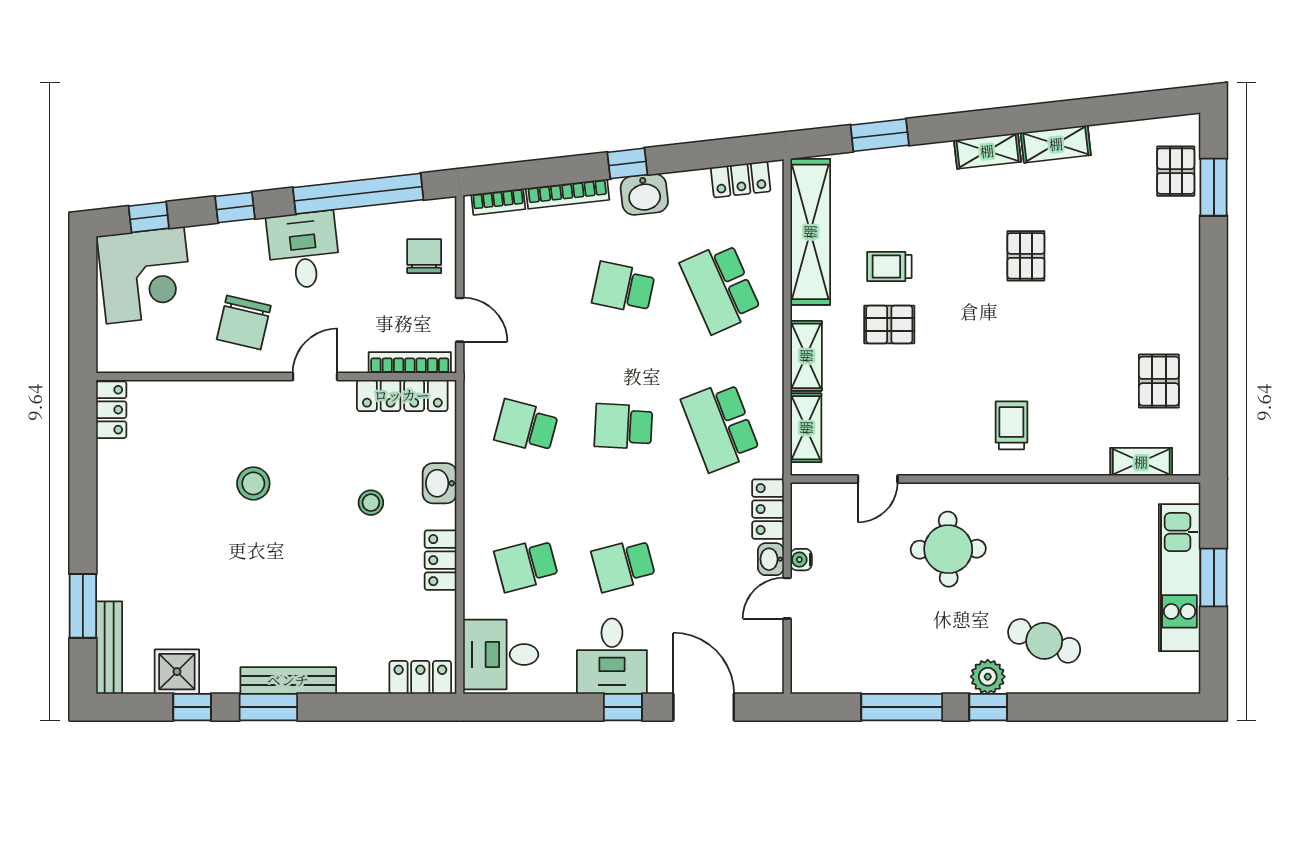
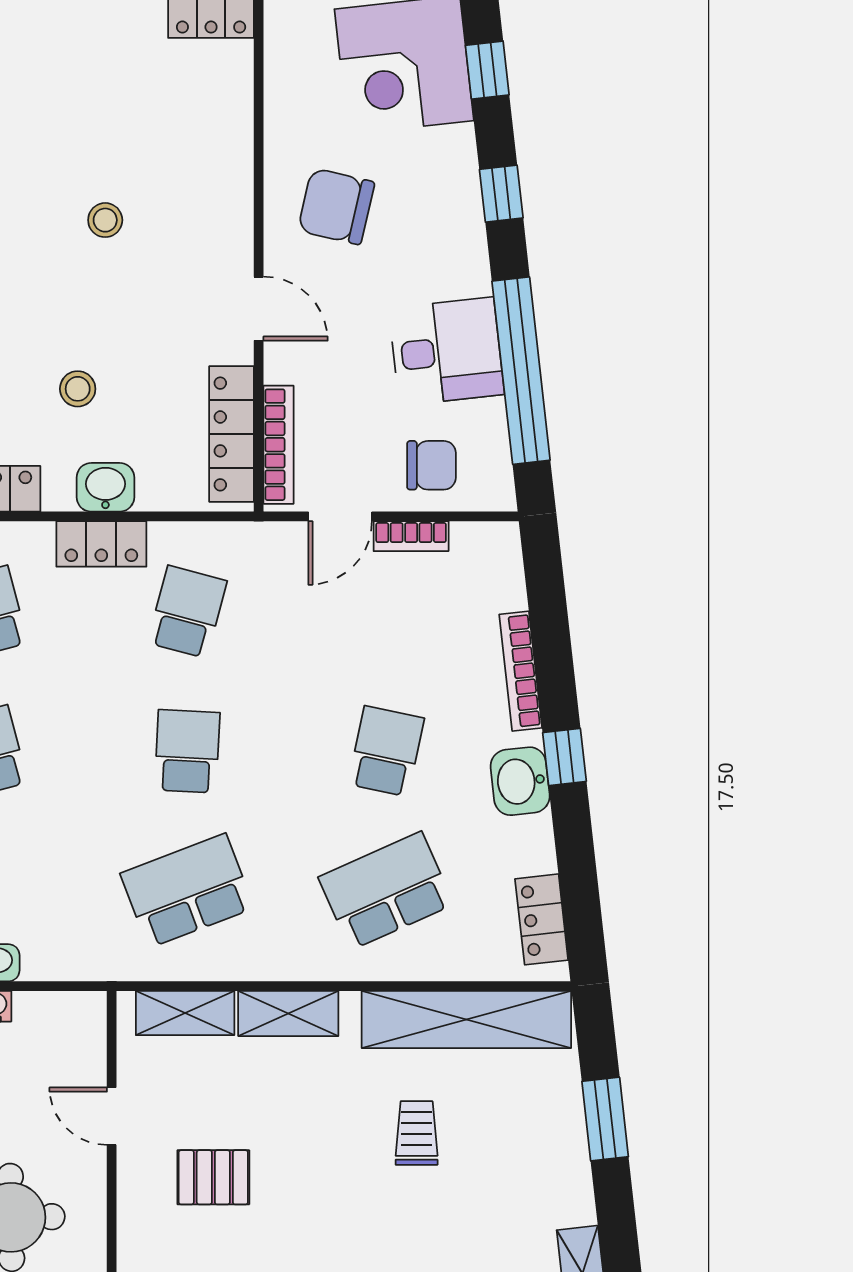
bookcase: (498, 202) -> (411, 536), moved, turned -84
desk: (304, 250) -> (447, 351), moved
pallet: (889, 324) -> (213, 1177), moved, turned 90
stool: (253, 483) -> (105, 220), width x0.73, depth x0.73
locker: (768, 509) -> (101, 544), moved, turned 180

